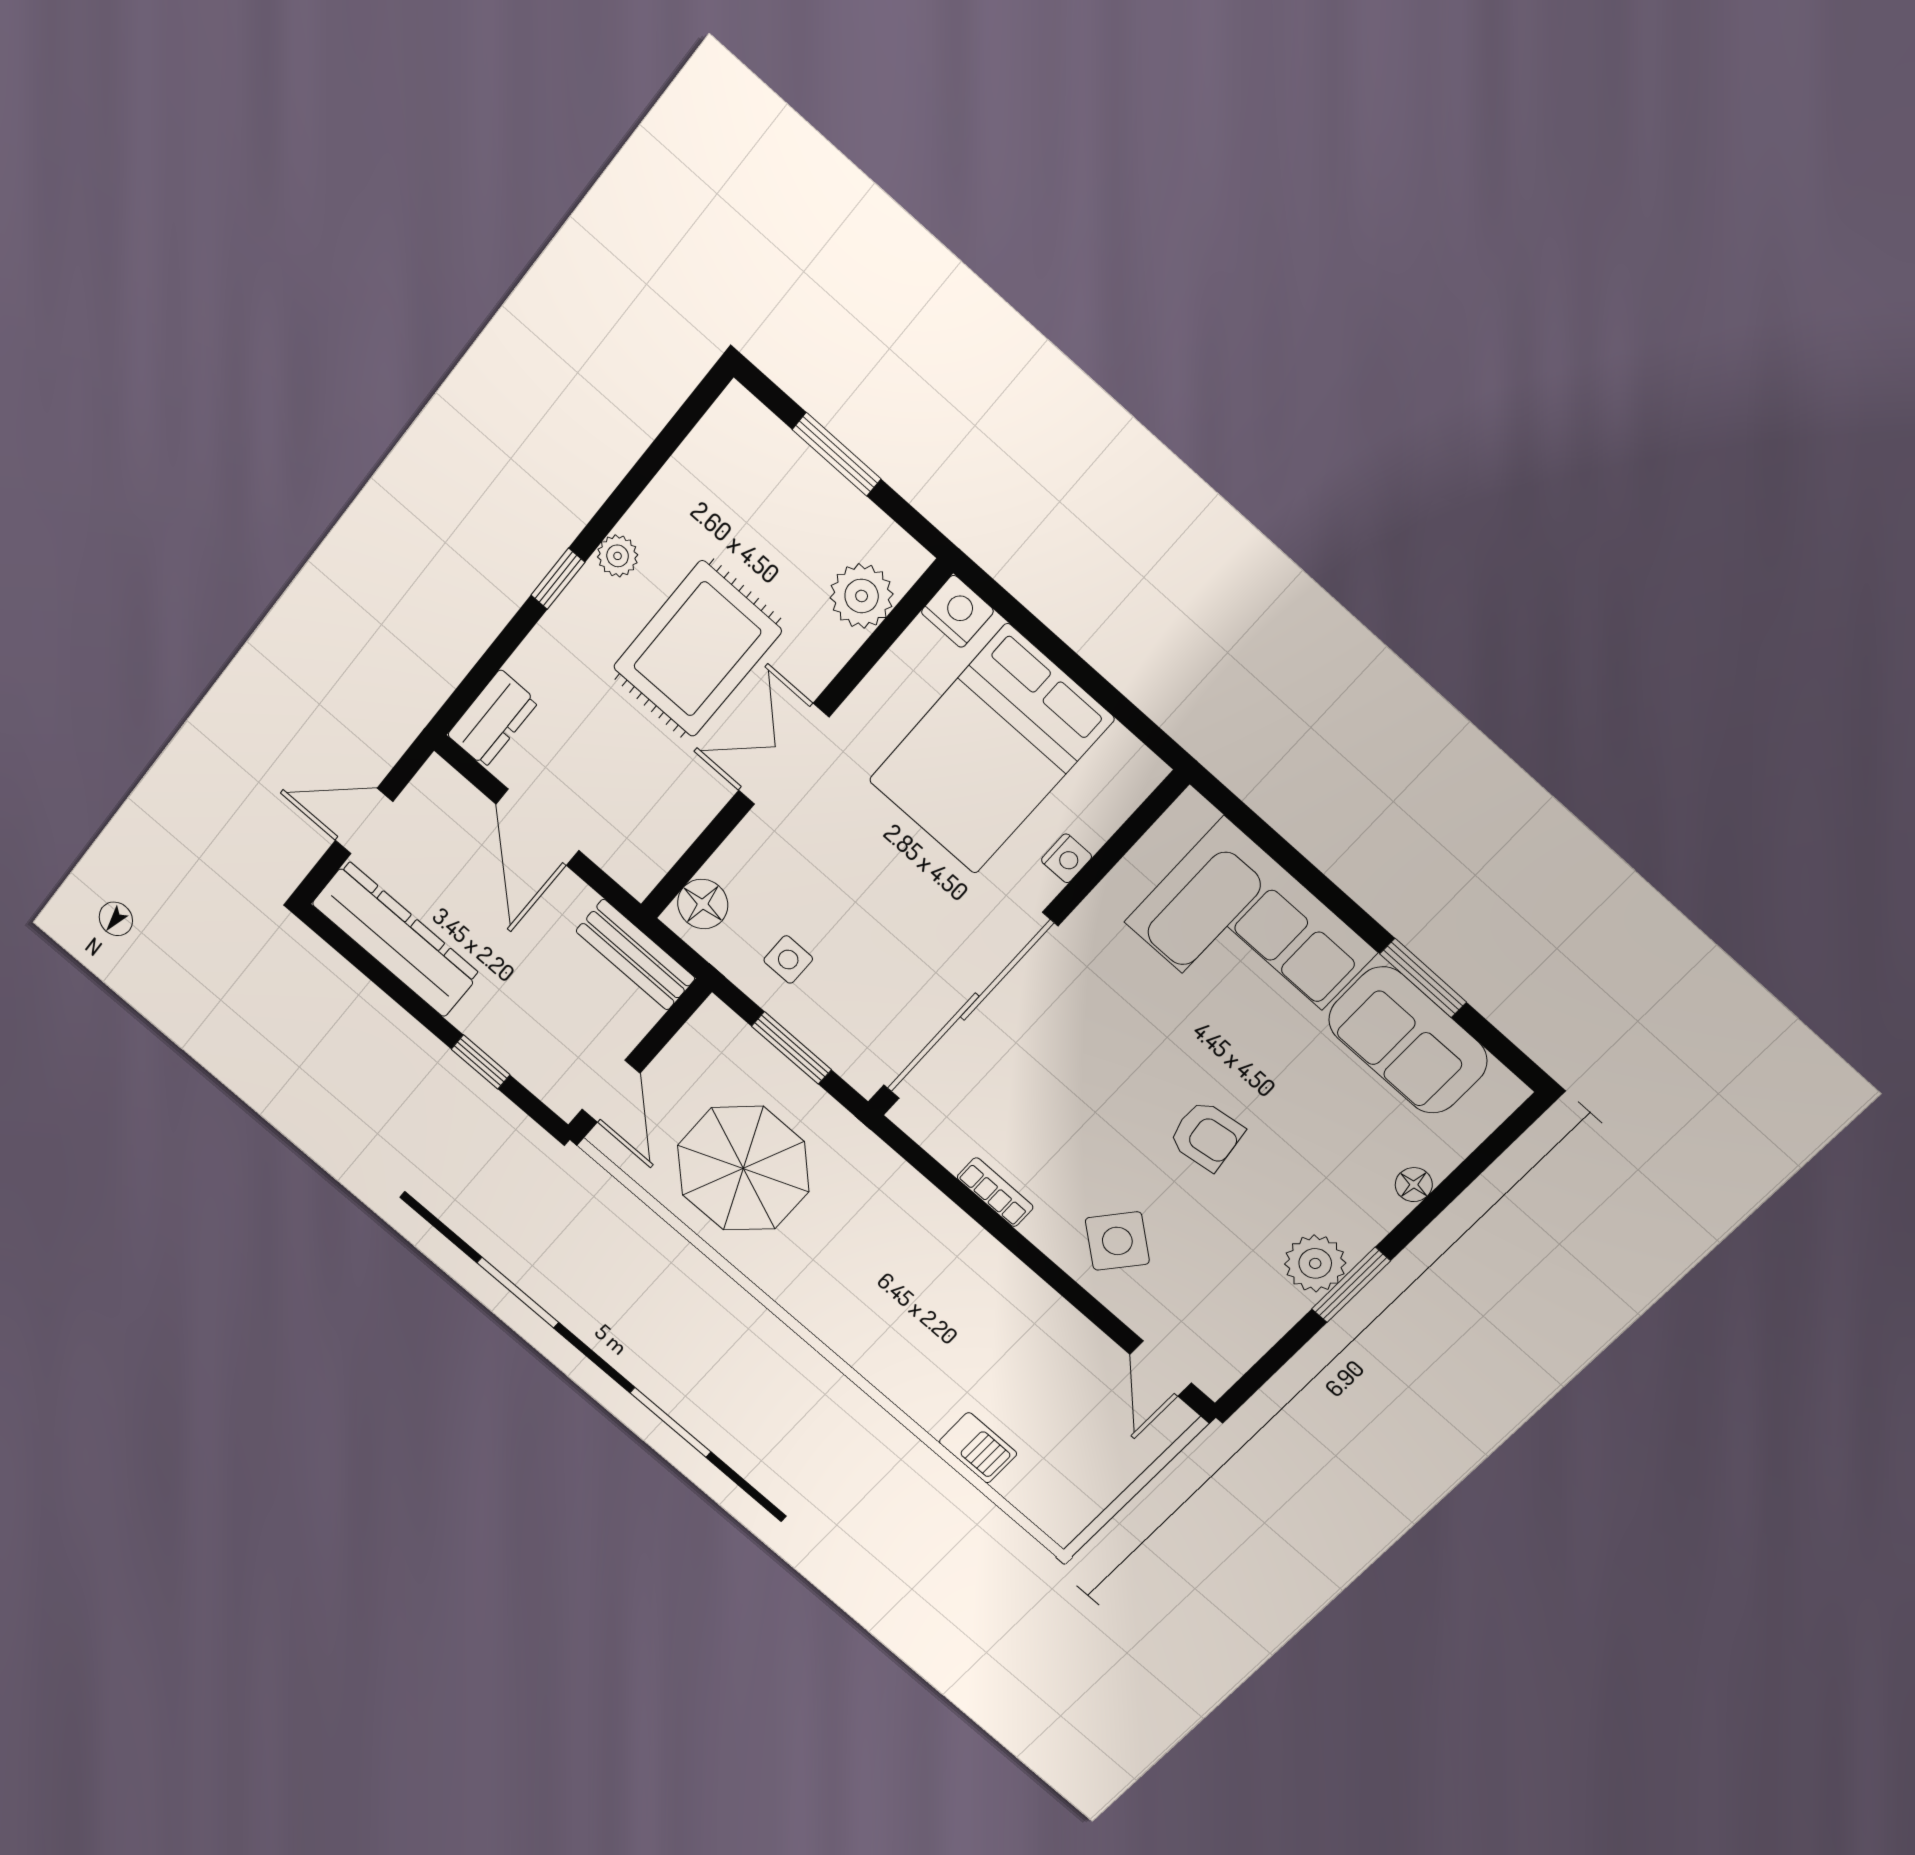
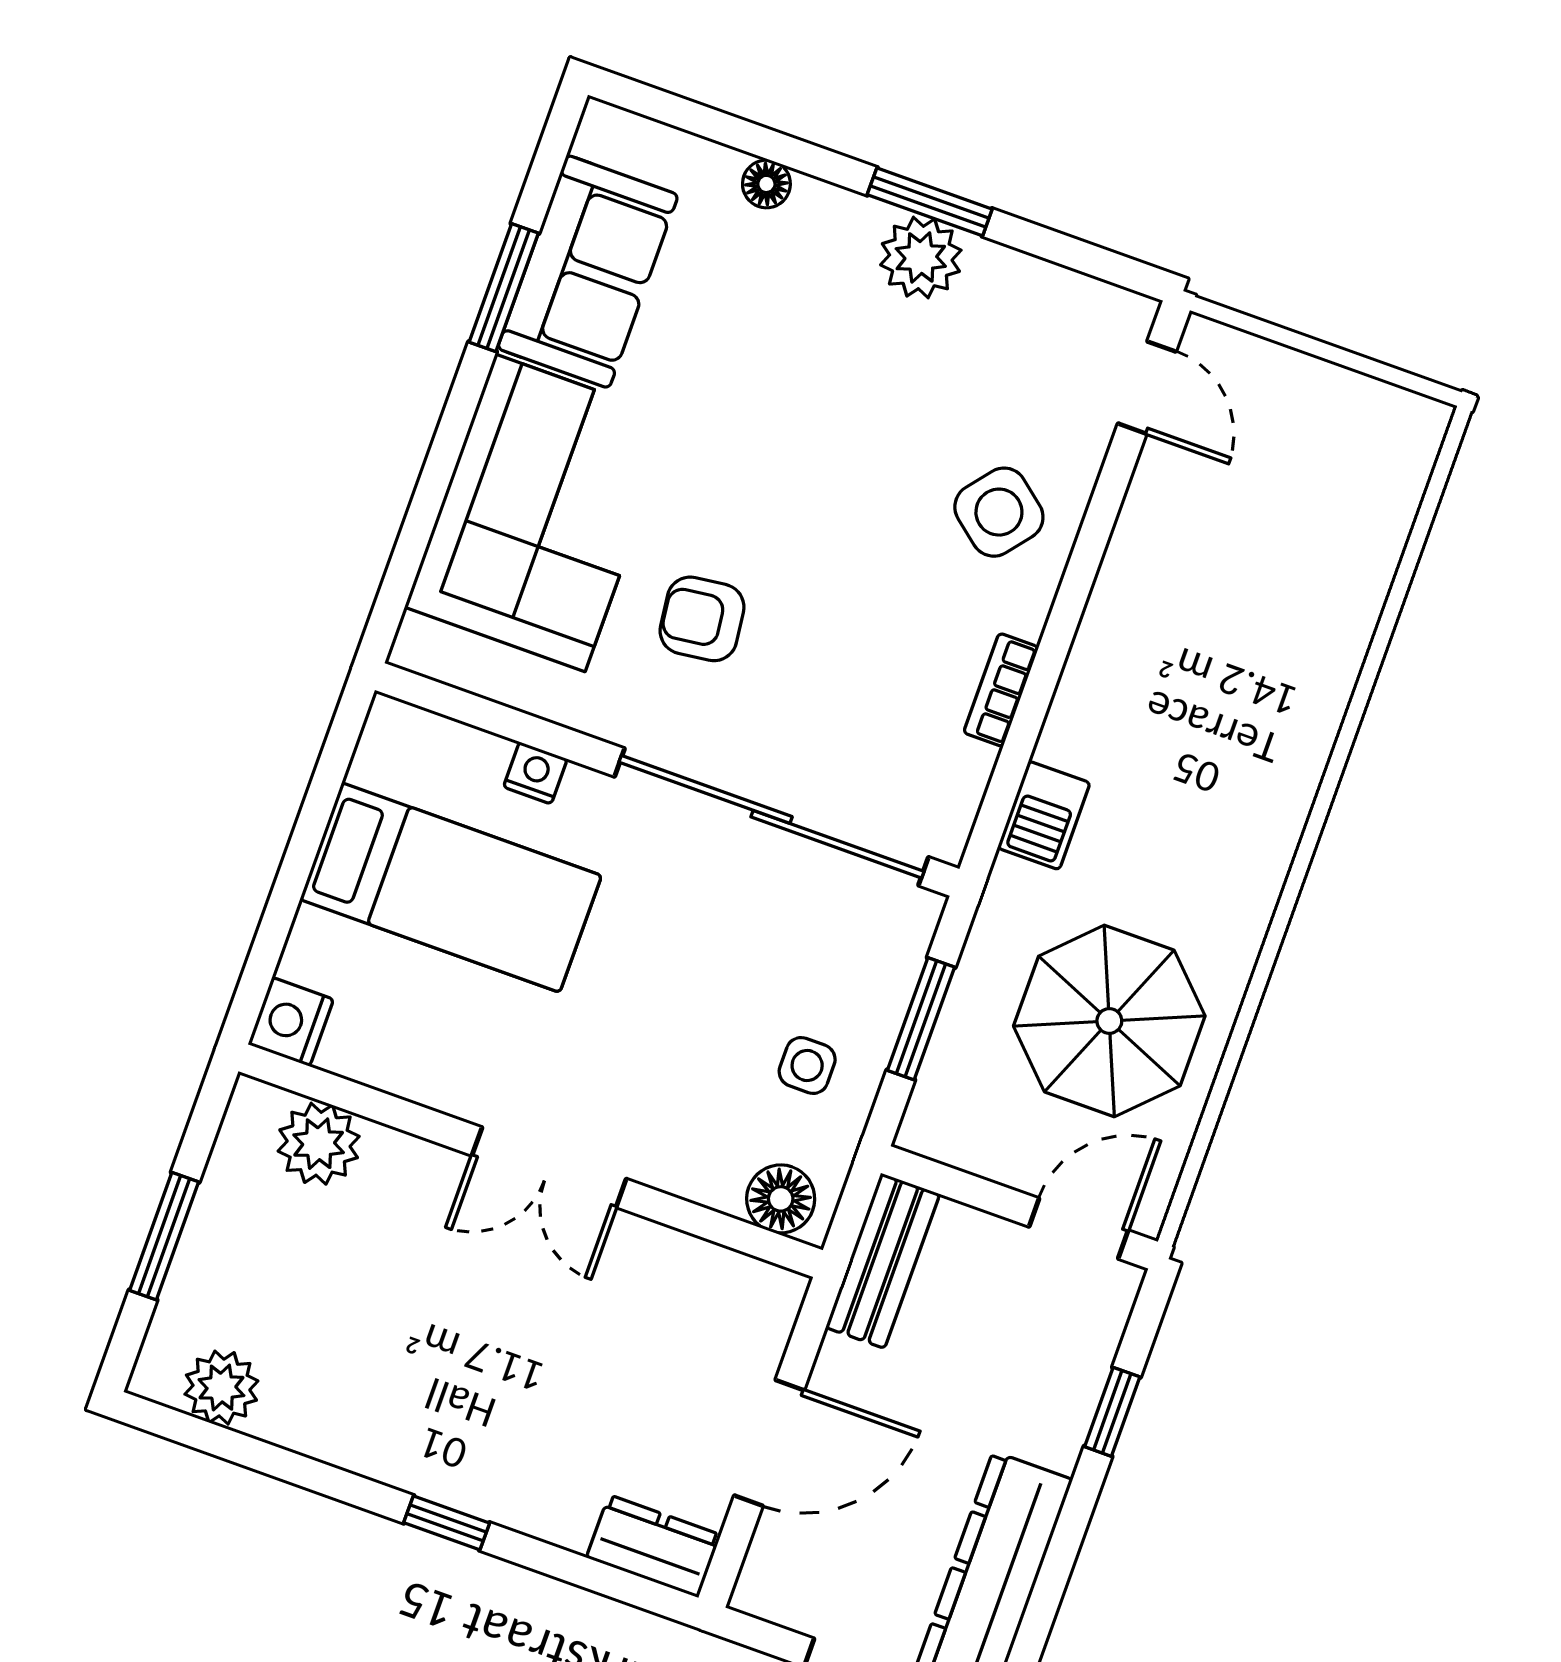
plant: (618, 556) -> (221, 1388), moved, width x1.38, depth x1.38
rug: (697, 649) -> (463, 1320), removed
bed: (991, 750) -> (451, 887), width x0.67
armchair: (1206, 1136) -> (702, 619), moved, turned -89
door: (1161, 1369) -> (1147, 388), hinge flipped
barbecue: (978, 1448) -> (1044, 815), moved, turned 180

